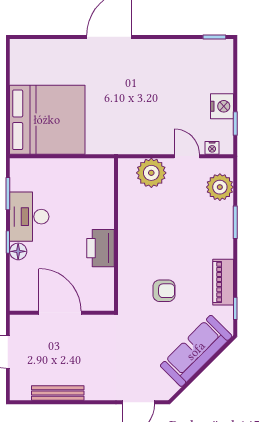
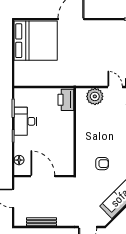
bed: (47, 120) -> (36, 41), moved
printer: (101, 248) -> (66, 100), moved
floor lamp: (18, 251) -> (19, 160), moved

